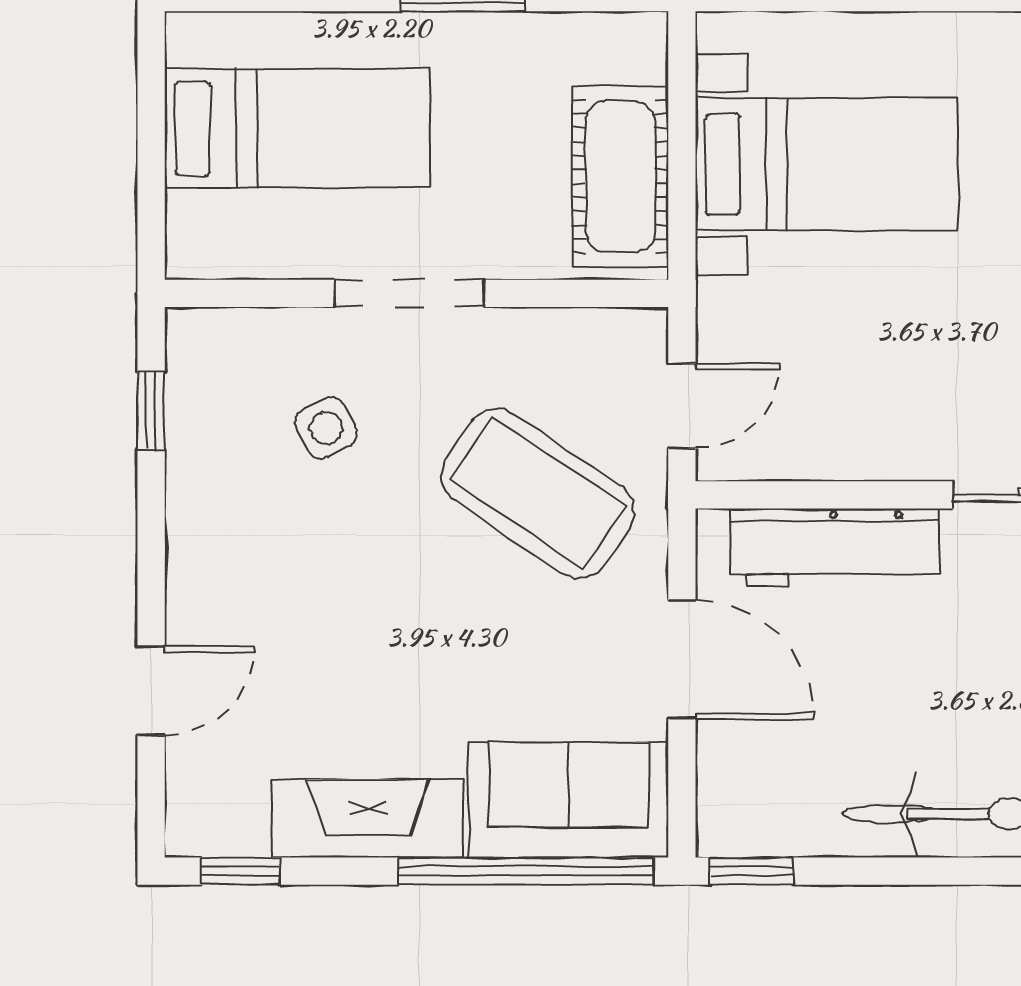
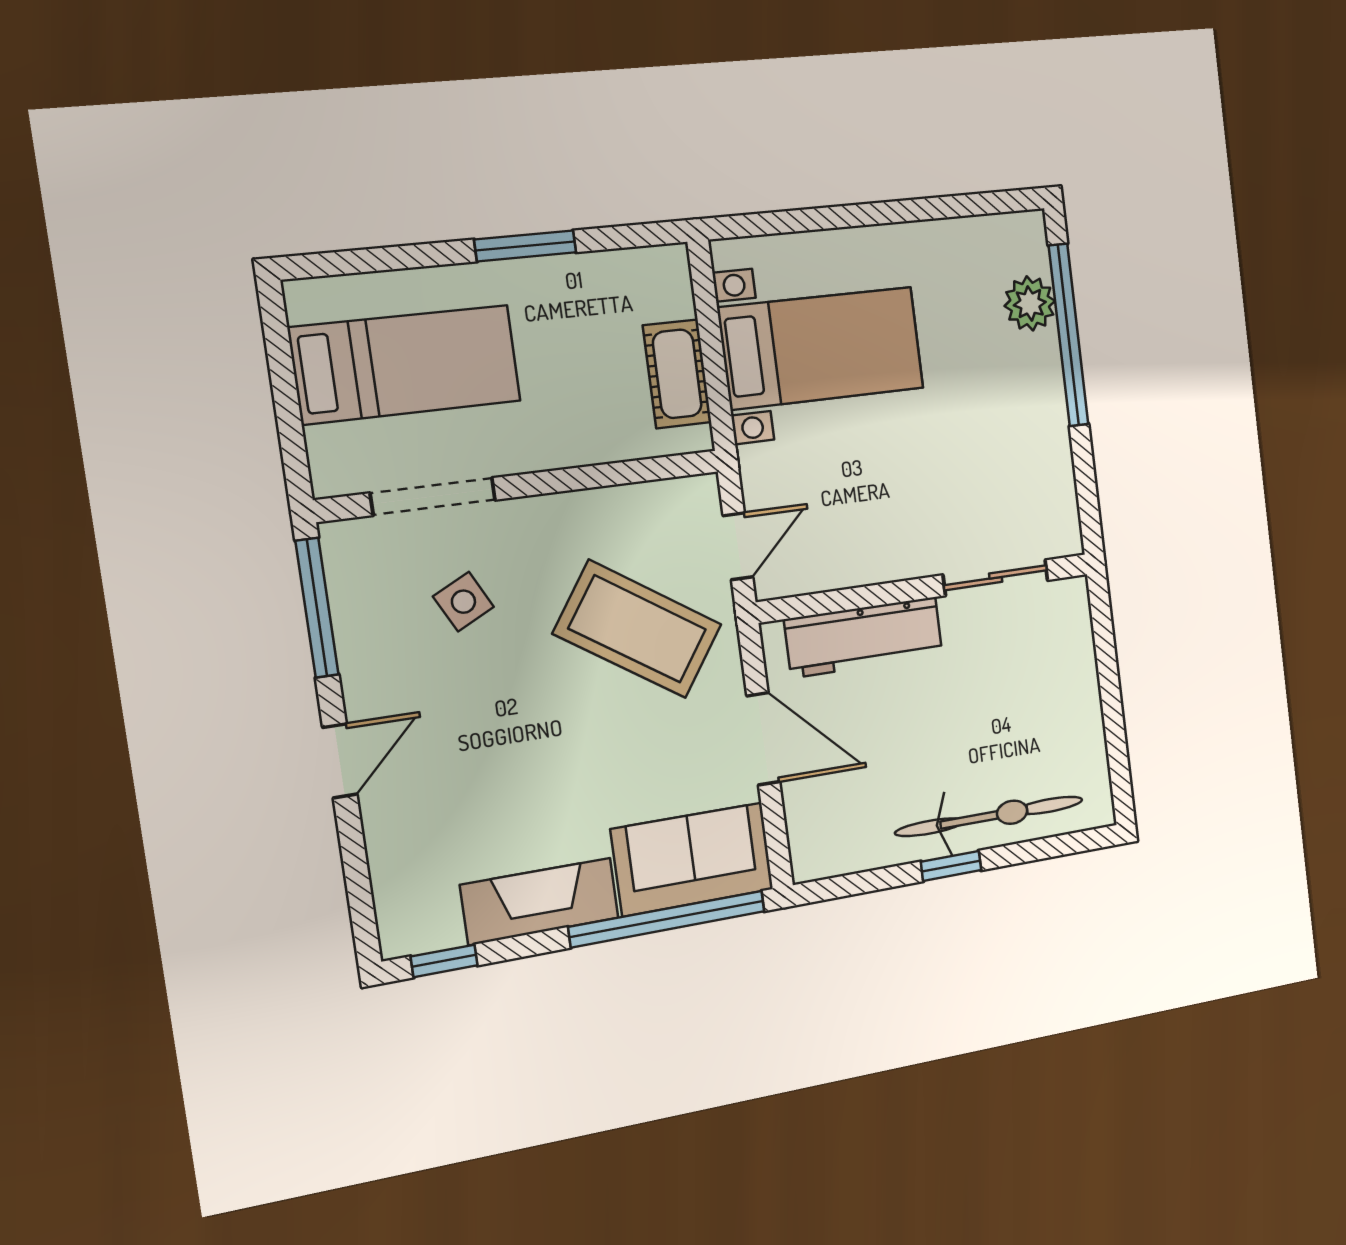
cot: (620, 177) -> (677, 374), width x0.73, depth x0.75
doorway: (409, 293) -> (433, 496), moved
window: (151, 411) -> (317, 608), width x2.17
door: (151, 691) -> (340, 761), moved
window: (752, 871) -> (951, 866), moved

